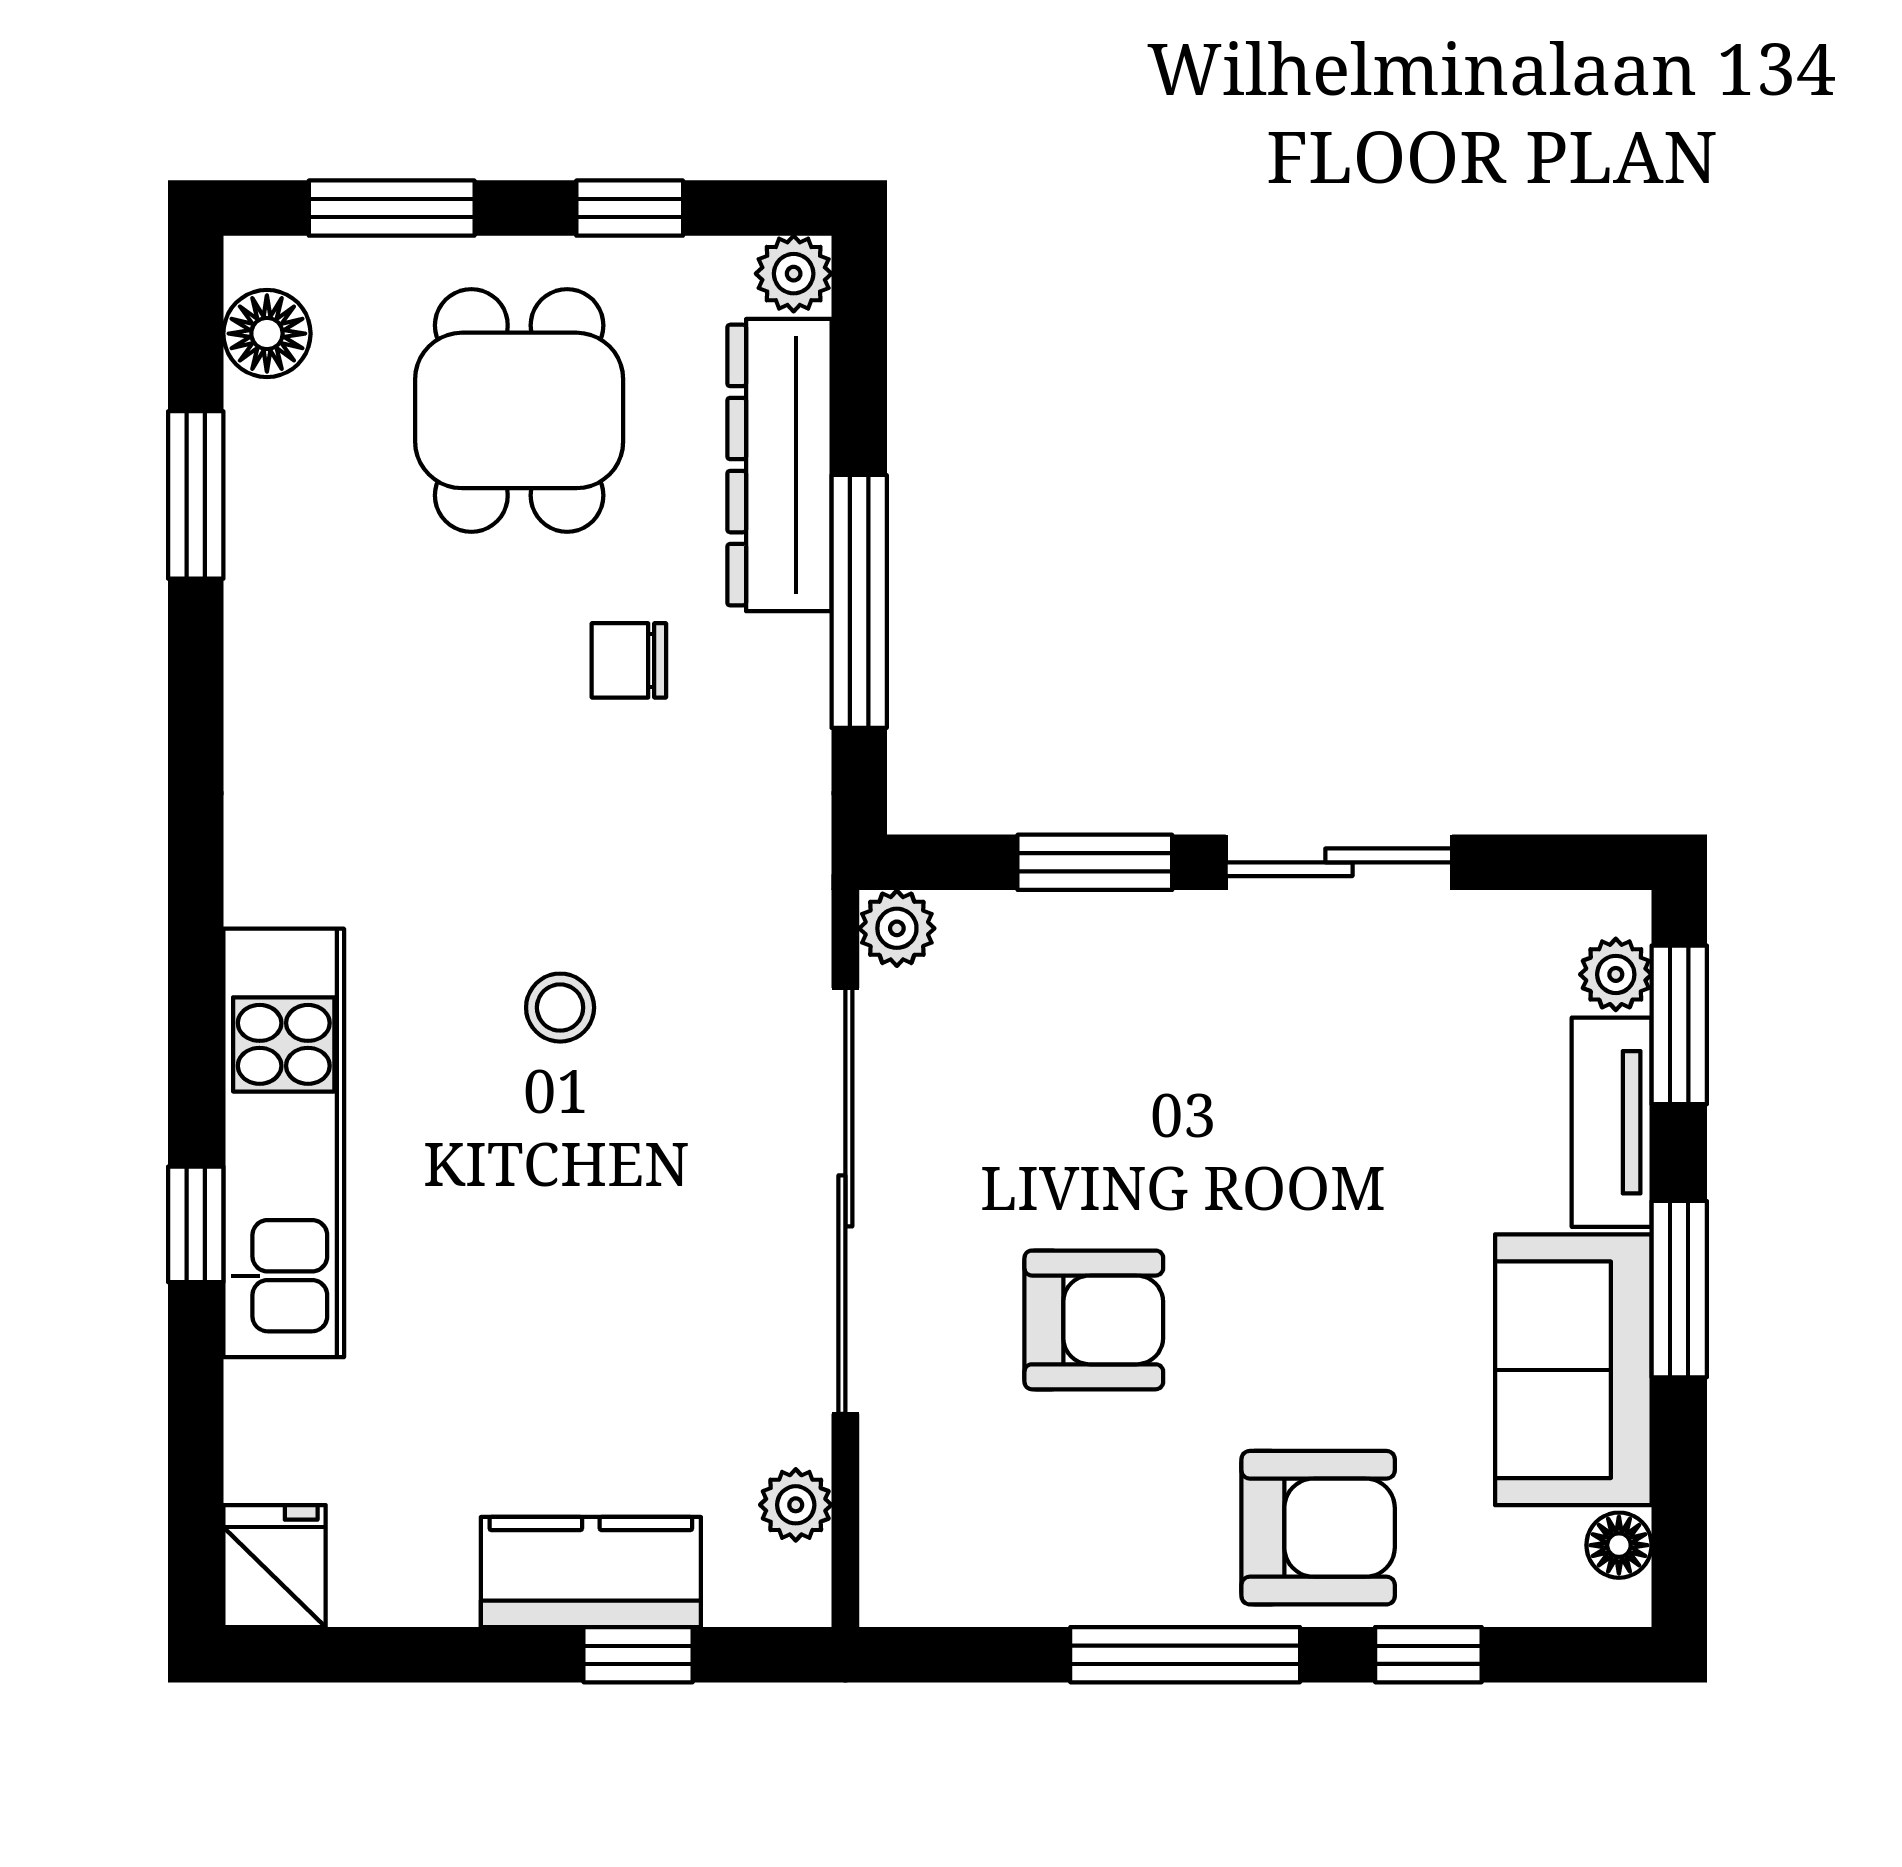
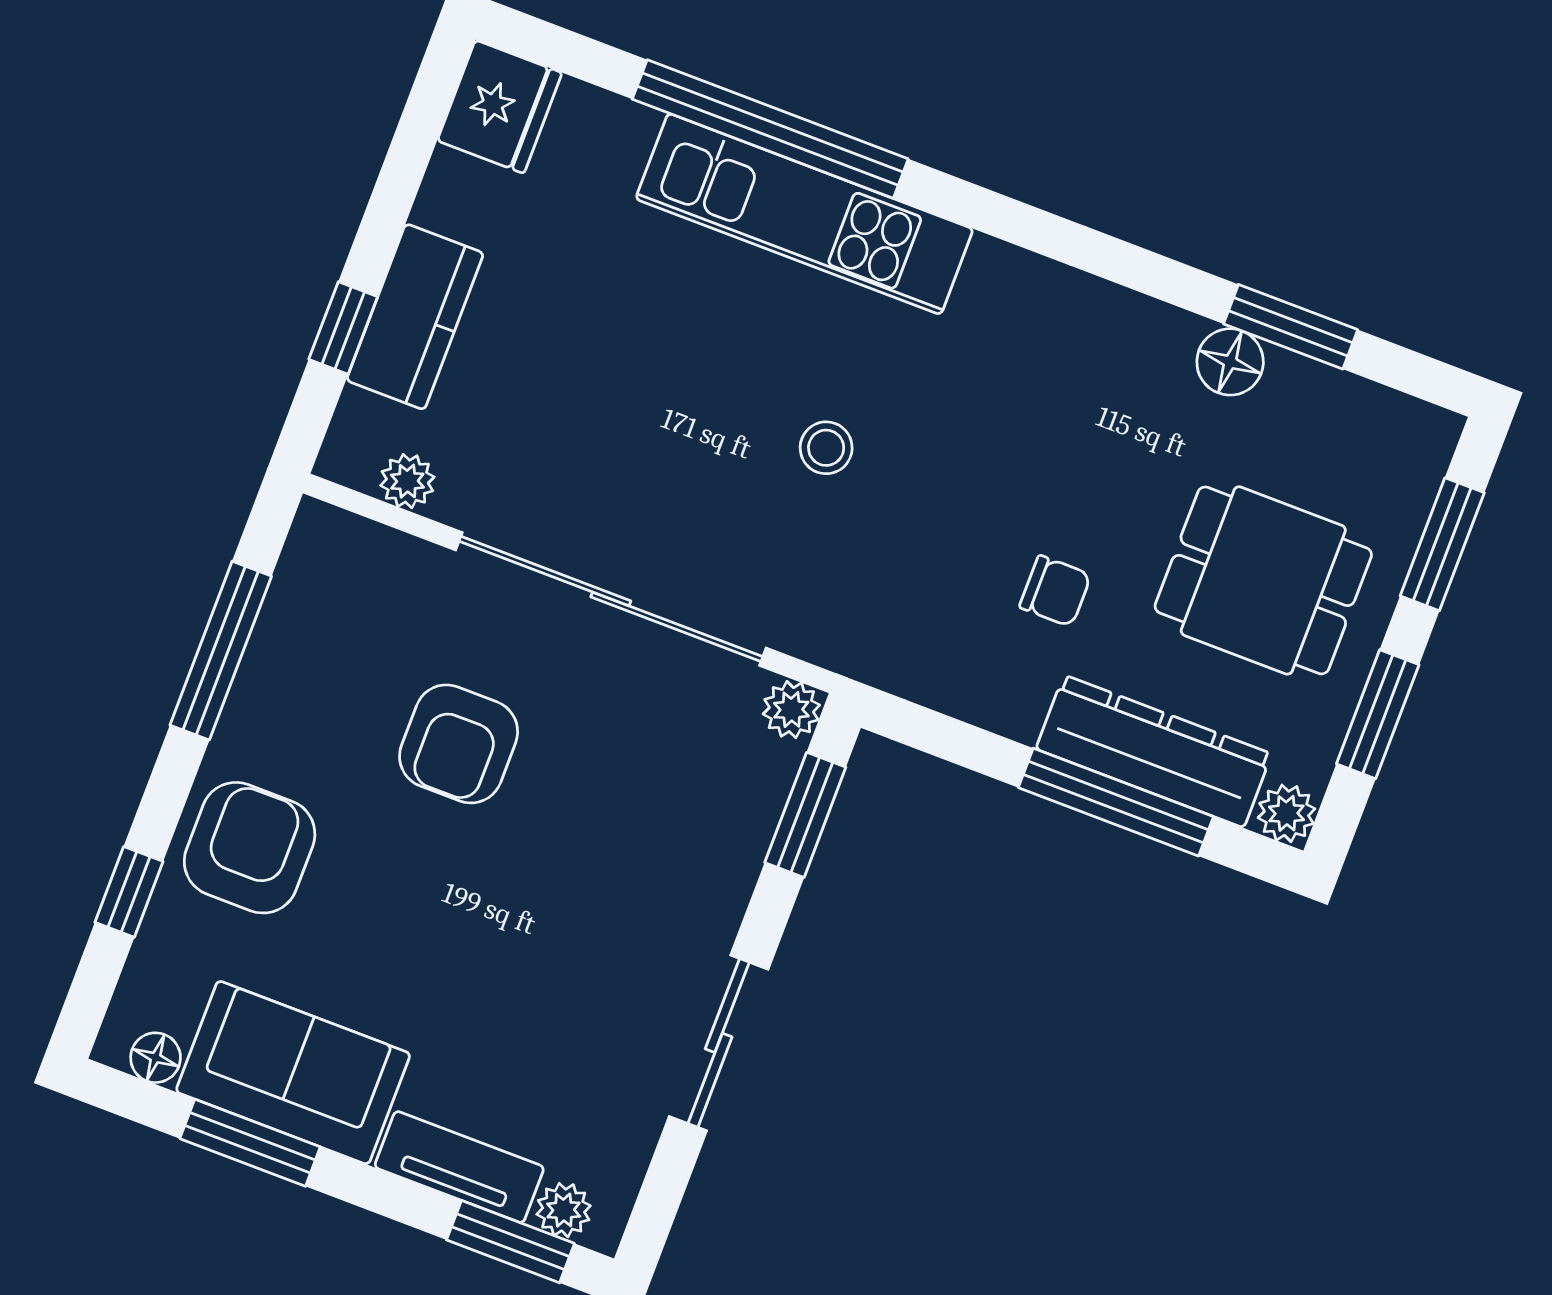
window: (630, 208) -> (1378, 714), width x1.50
floor lamp: (267, 334) -> (1230, 362), moved
window: (859, 601) -> (1116, 802), moved
chair: (629, 660) -> (1055, 591), turned 90
window: (1095, 862) -> (805, 815), moved
window: (196, 1224) -> (770, 129), width x3.17
window: (1679, 1289) -> (250, 1143), moved
armchair: (1318, 1528) -> (250, 848), turned 180
fridge: (275, 1566) -> (500, 107), width x1.38
window: (1185, 1655) -> (221, 651), moved

